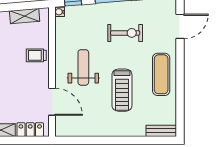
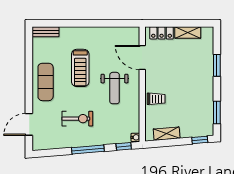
exercise bike: (125, 33) -> (77, 119), turned 180
treadmill: (122, 90) -> (80, 68), turned 180

